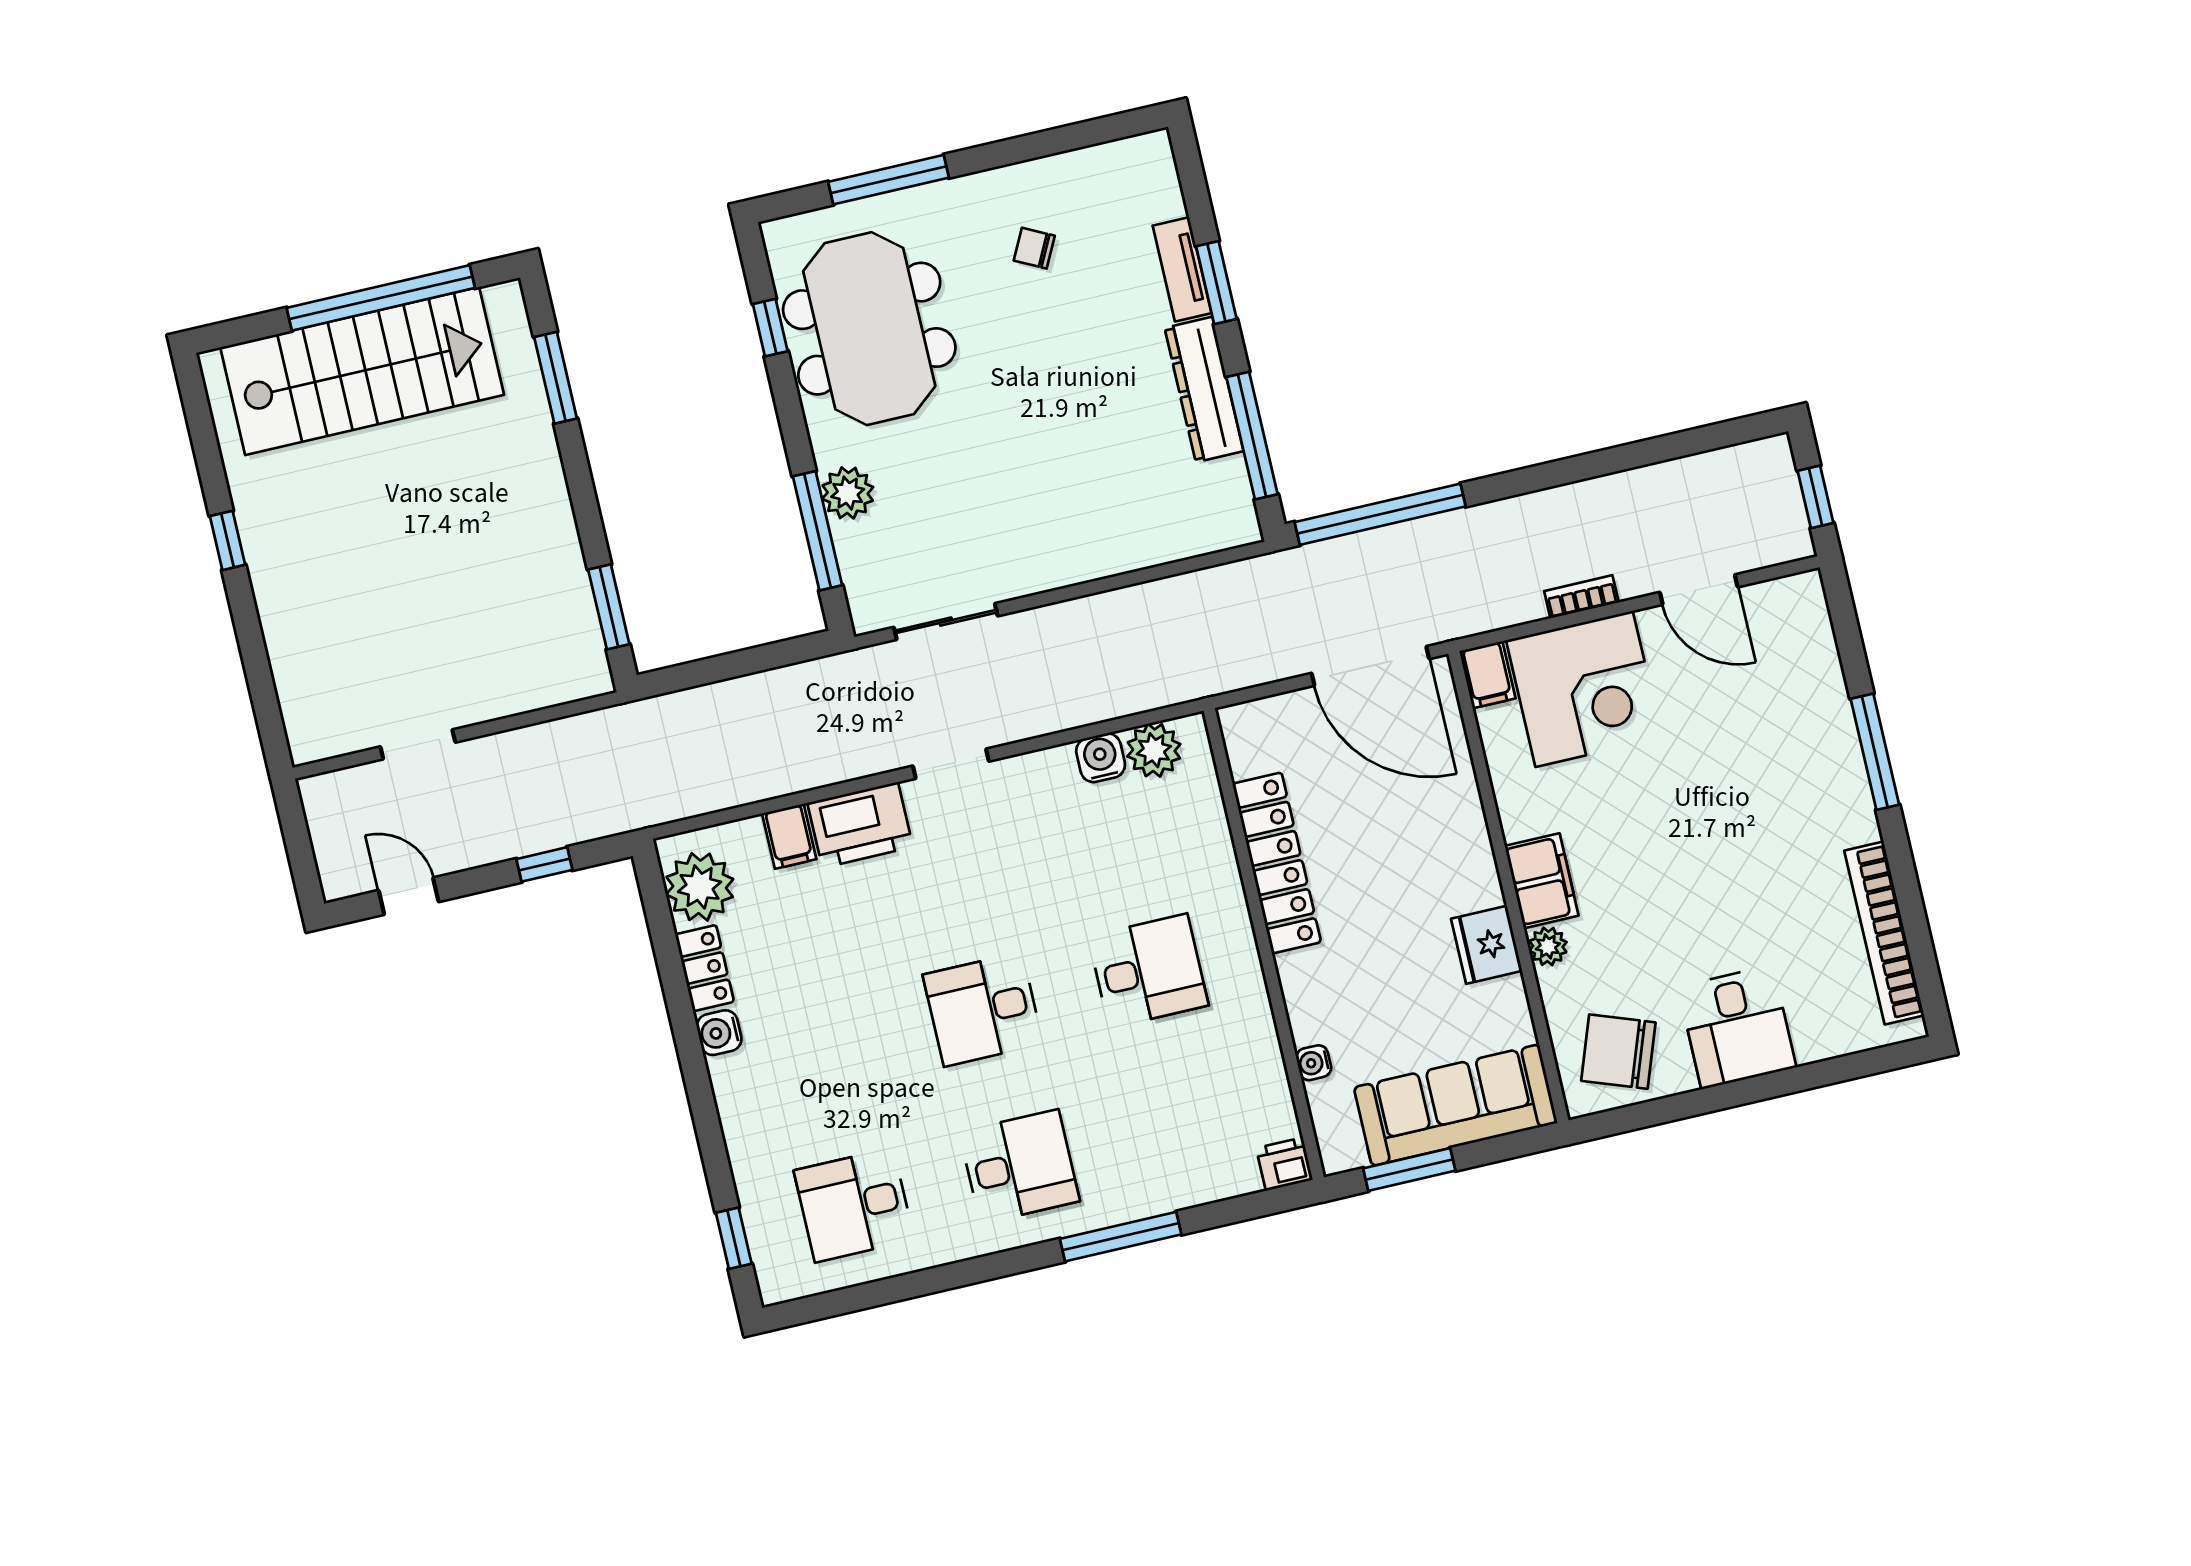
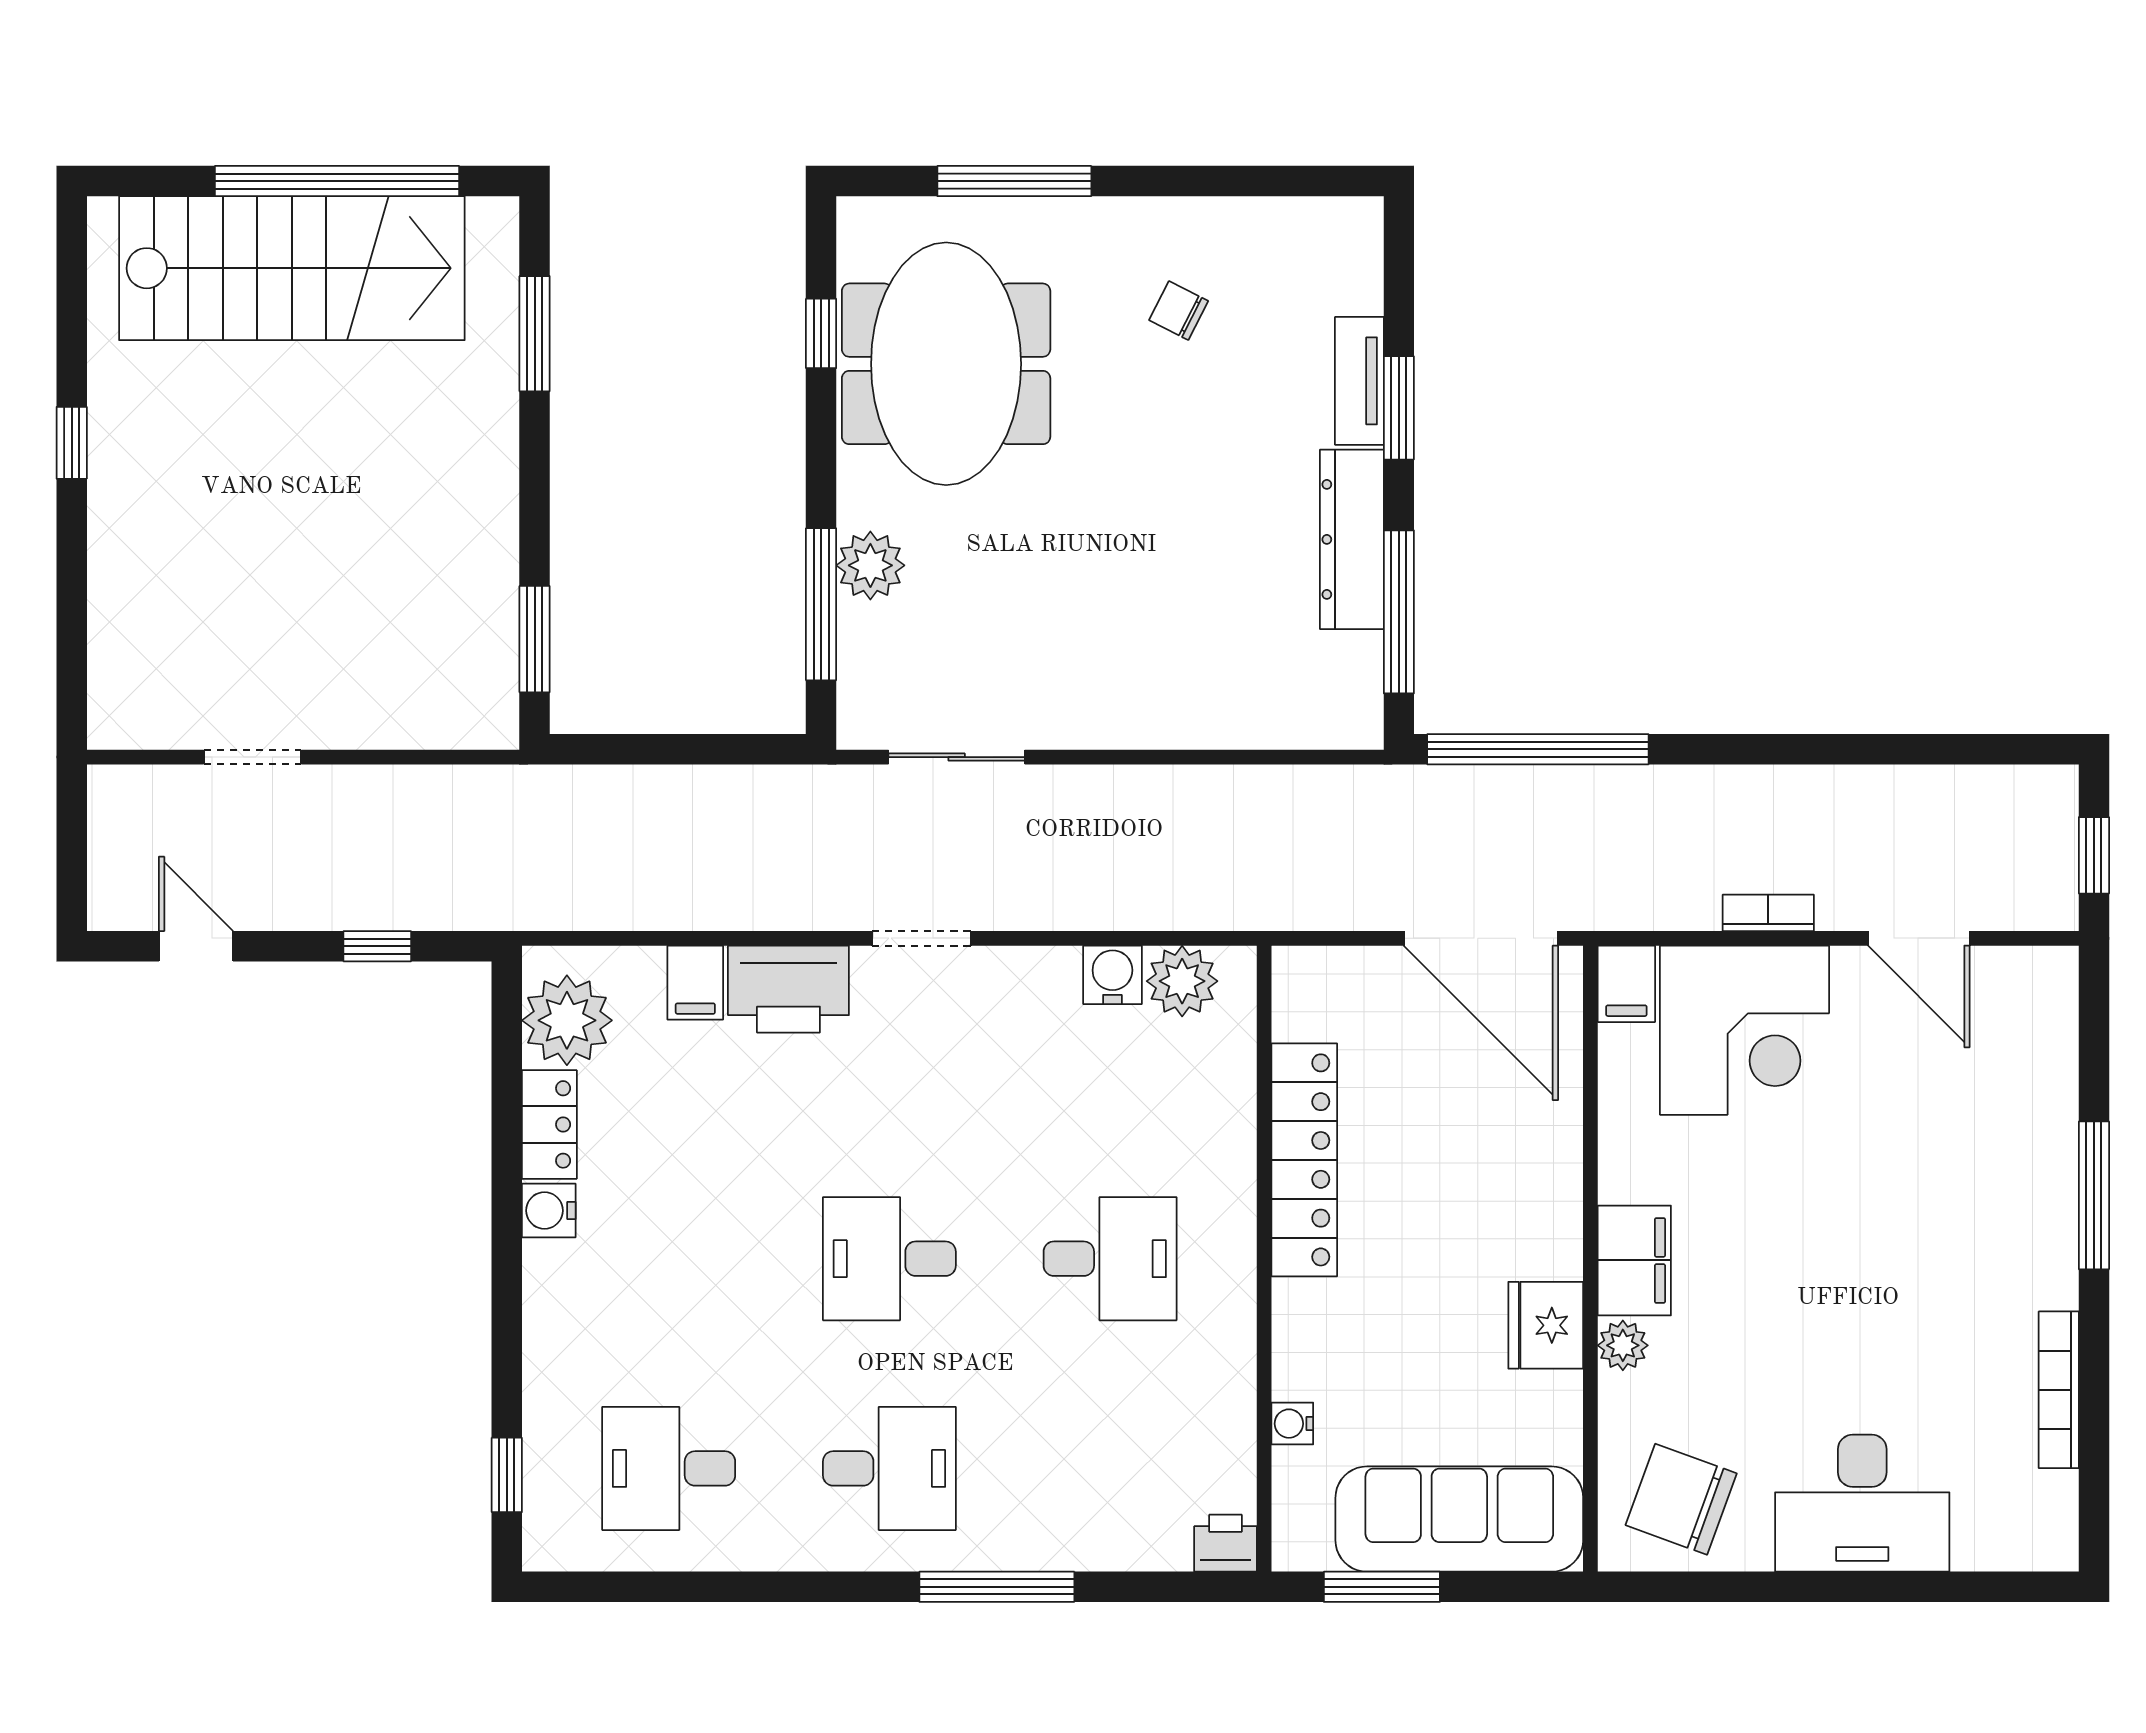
bookcase: (1884, 933) -> (2059, 1390), width x0.68, depth x0.76
desk: (1737, 1027) -> (1862, 1503), width x1.37

